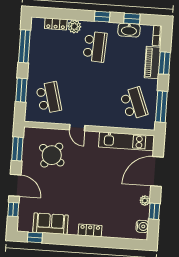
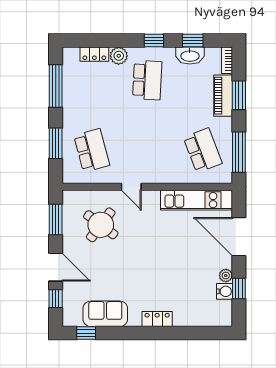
door: (157, 172) -> (239, 237), hinge flipped
water cooler: (142, 226) -> (225, 291), moved

